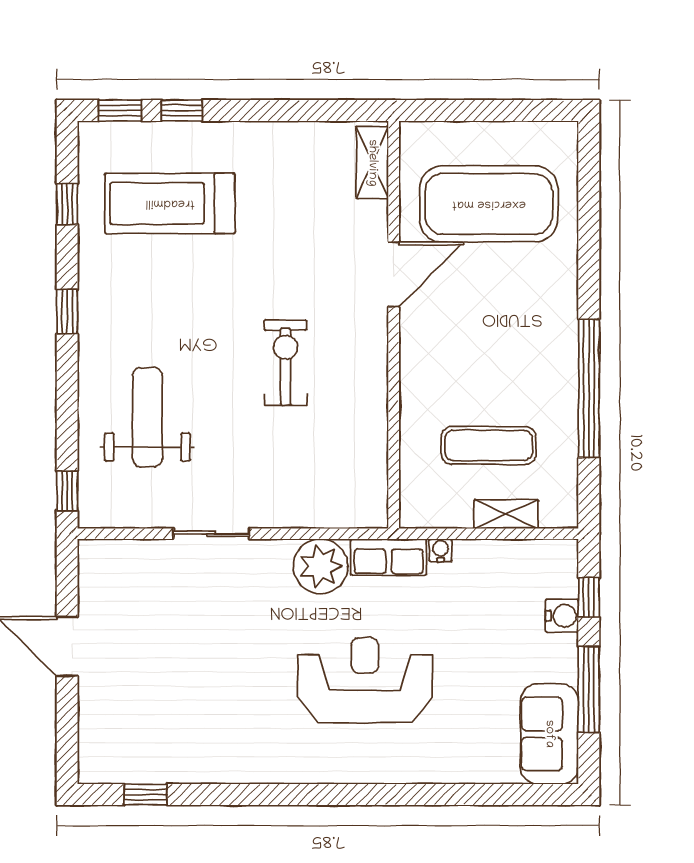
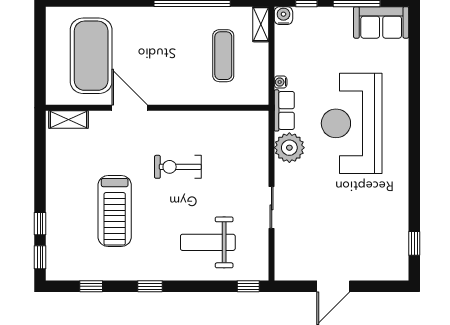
treadmill: (170, 203) -> (115, 211), moved
shelving: (506, 514) -> (261, 24), moved
water cooler: (562, 616) -> (283, 16), moved
reception desk: (365, 680) -> (352, 123), width x1.36, depth x1.30

